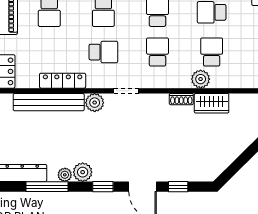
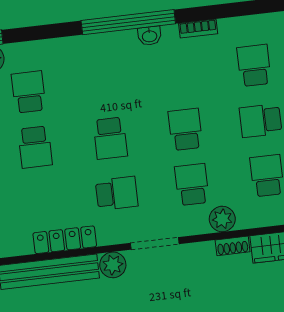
plant: (201, 79) -> (222, 219), moved
doorway: (126, 91) -> (155, 243), width x1.38

